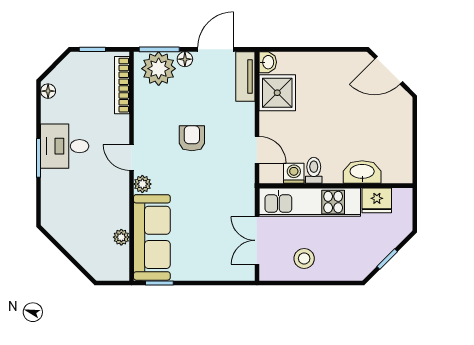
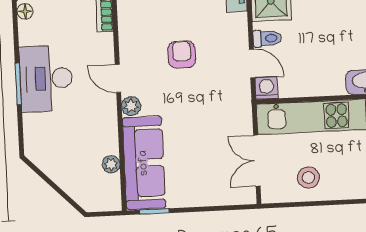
desk: (65, 146) -> (46, 78), width x1.37
toilet: (314, 170) -> (267, 38), moved, turned 90
washing machine: (294, 173) -> (267, 88), moved

